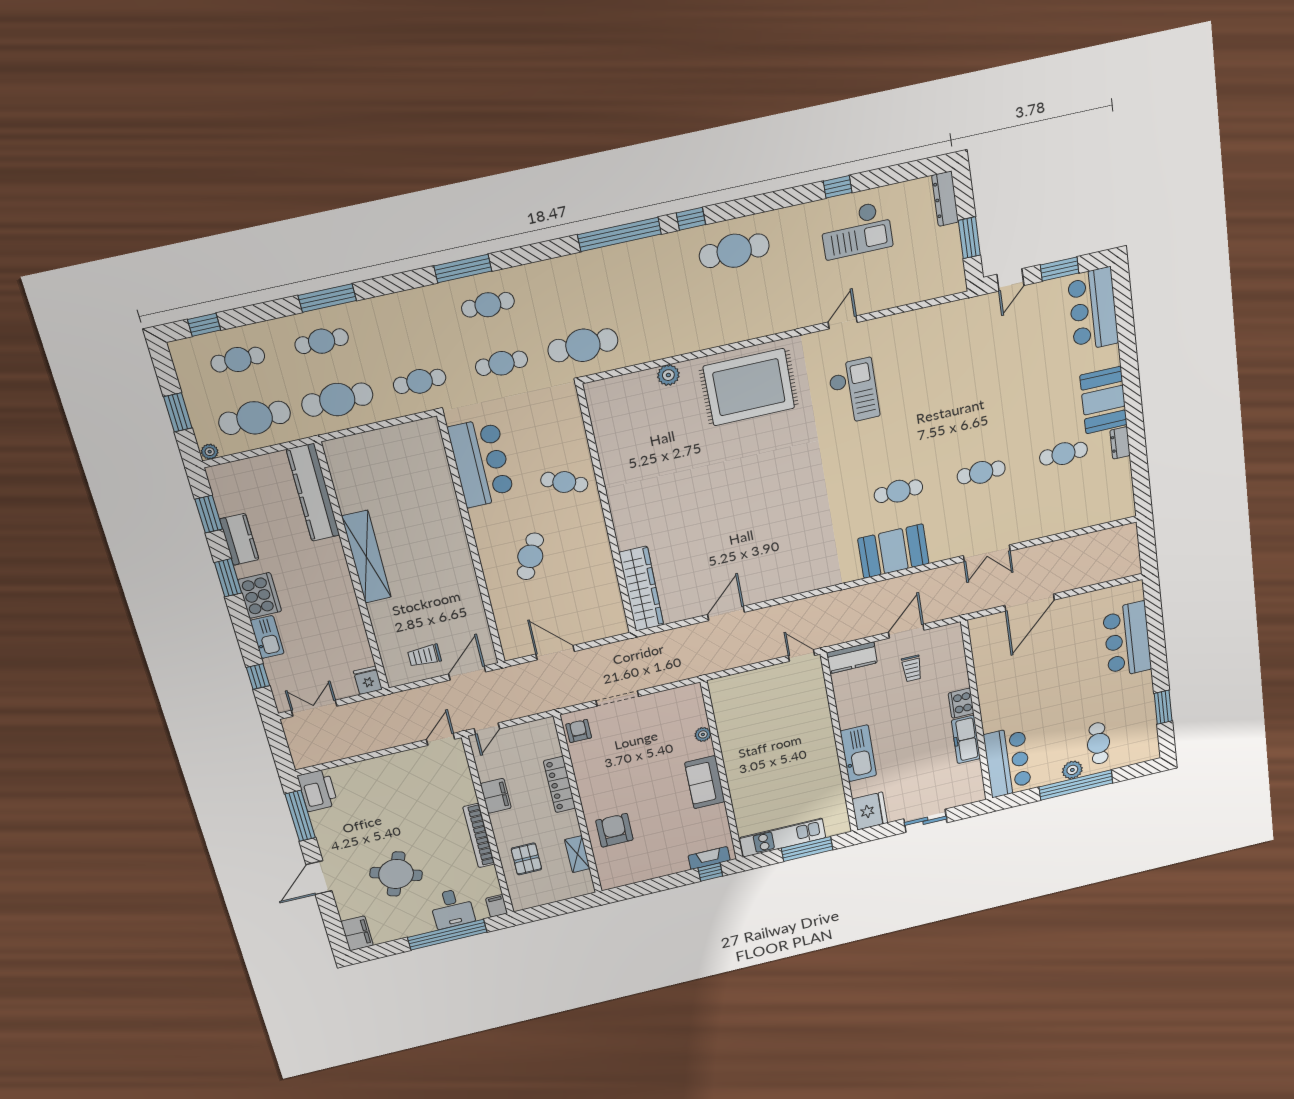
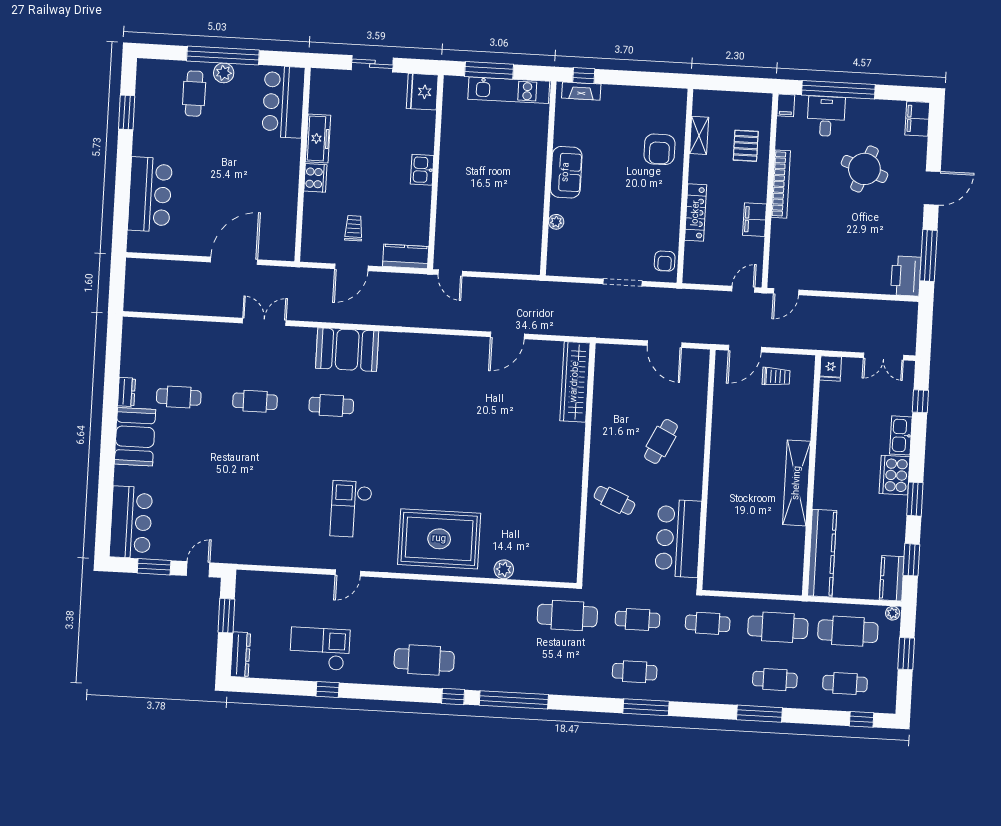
kitchen counter: (239, 539) -> (892, 578), moved
kitchen sink: (858, 753) -> (422, 170), width x0.53, depth x0.81

